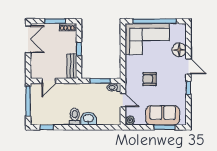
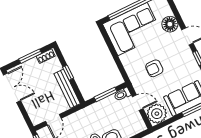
bench: (72, 66) -> (67, 89), width x1.36
plant: (130, 120) -> (157, 114), width x1.87, depth x1.87

